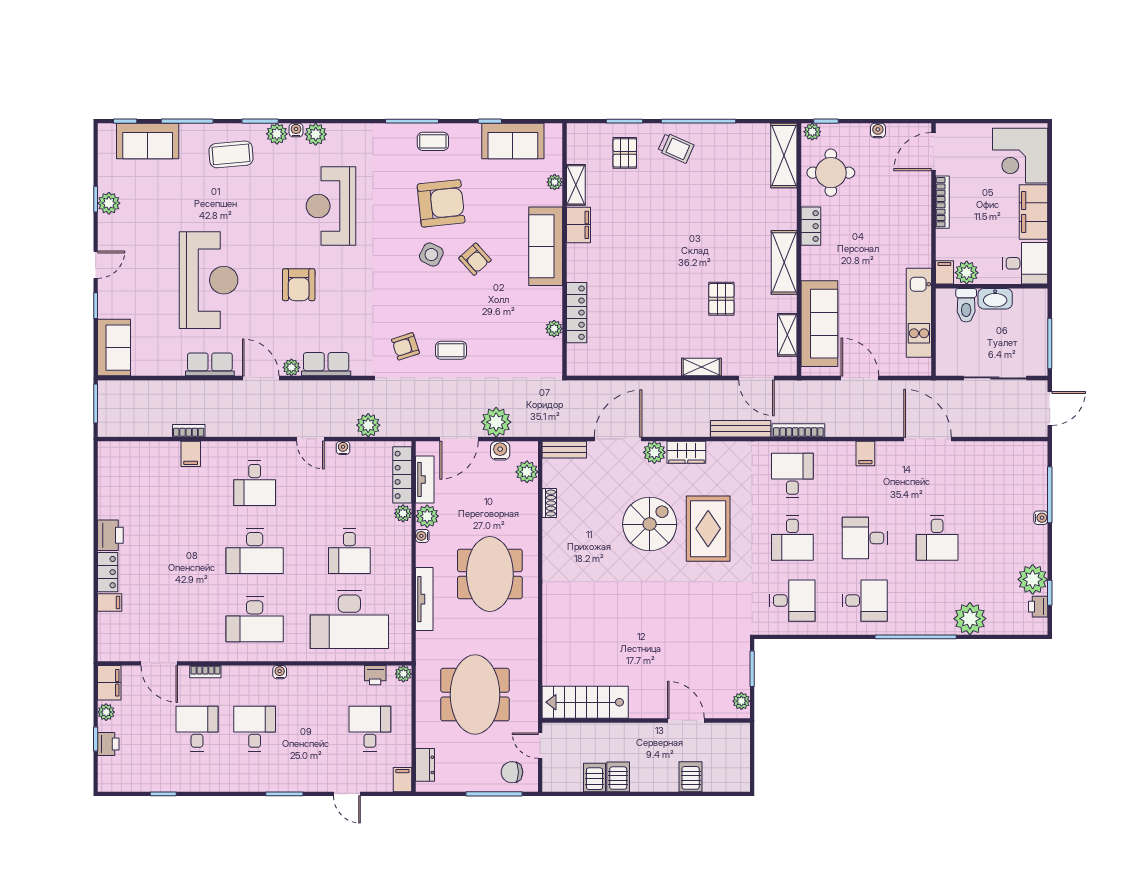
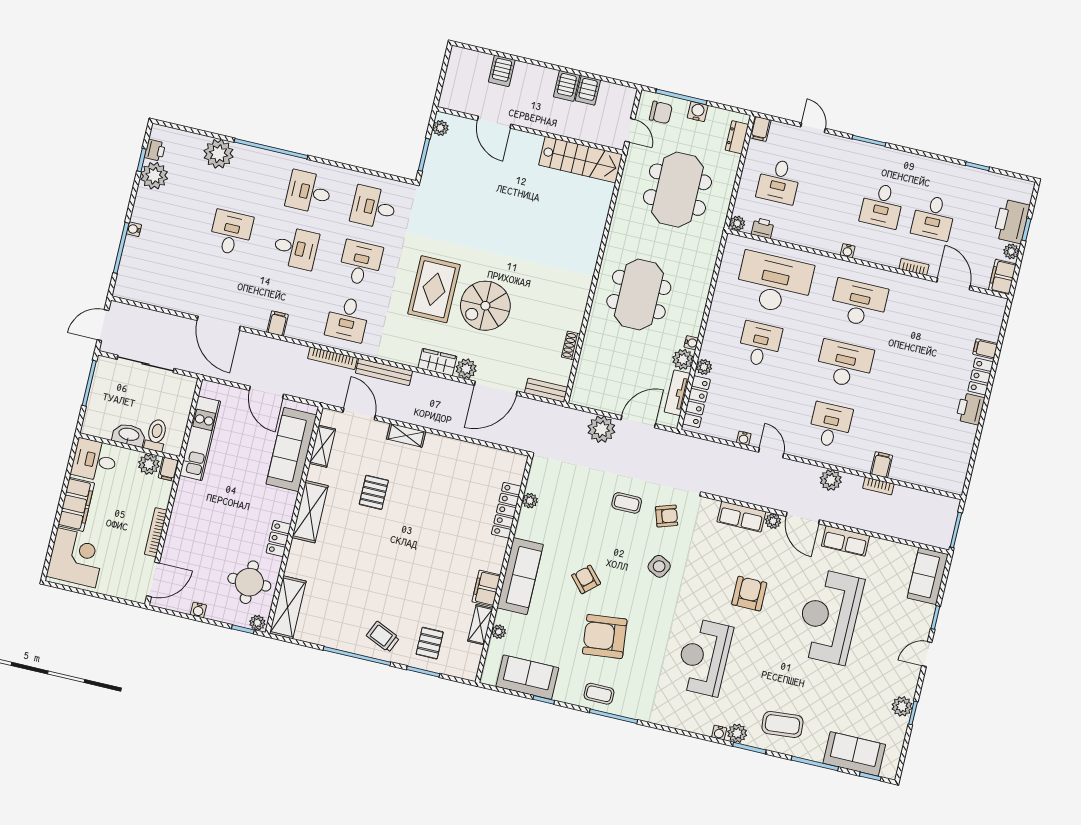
plant: (316, 134) -> (702, 725), removed
reception desk: (331, 206) -> (704, 657), turned 180
side table: (431, 255) -> (659, 566), moved
plant: (368, 425) -> (831, 480), moved
water cooler: (500, 451) -> (698, 111), moved, turned 180
plant: (527, 472) -> (584, 378), removed
tv unit: (424, 599) -> (703, 286), removed
printer: (108, 744) -> (1012, 221), width x1.87, depth x1.48

